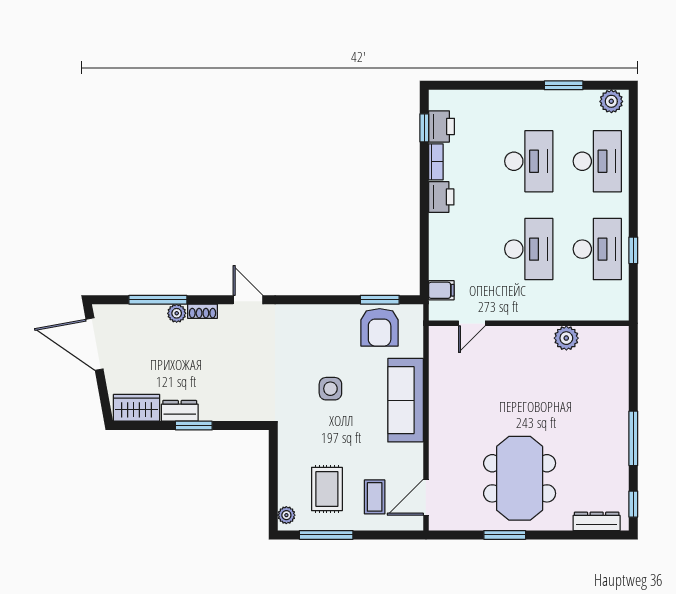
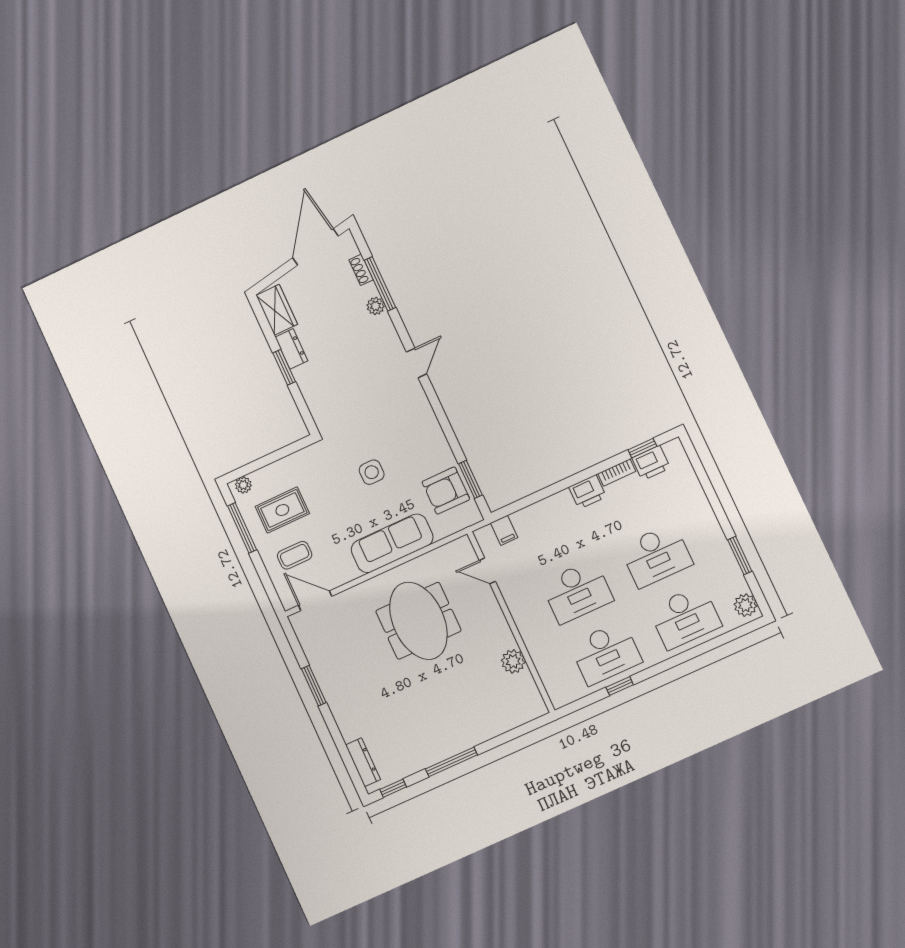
shoe rack: (202, 311) -> (361, 270), moved
meeting table: (520, 478) -> (418, 621), moved, turned 90

